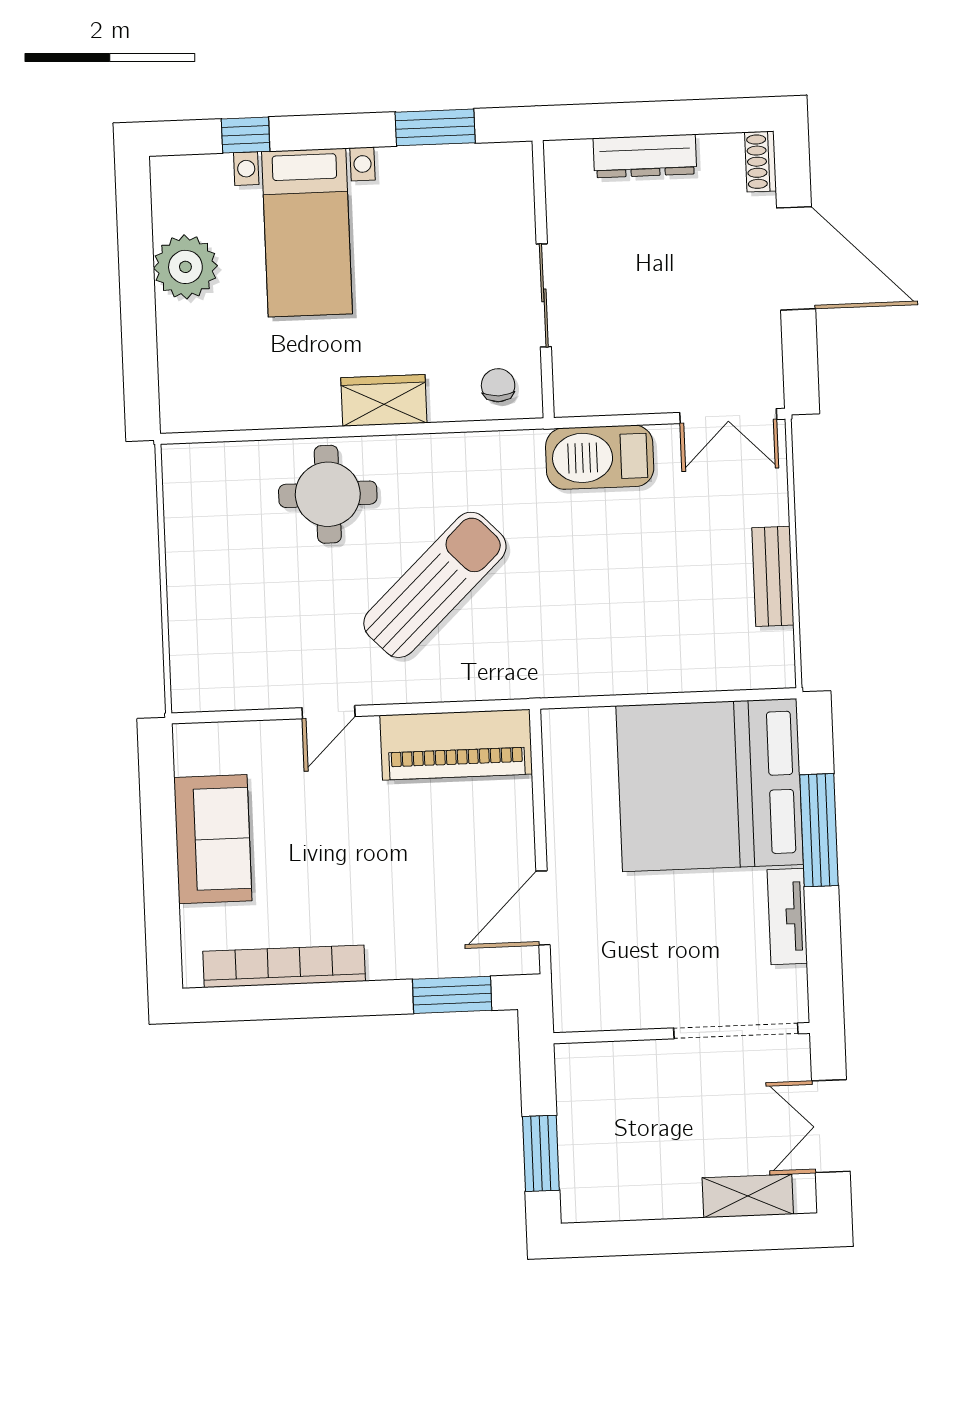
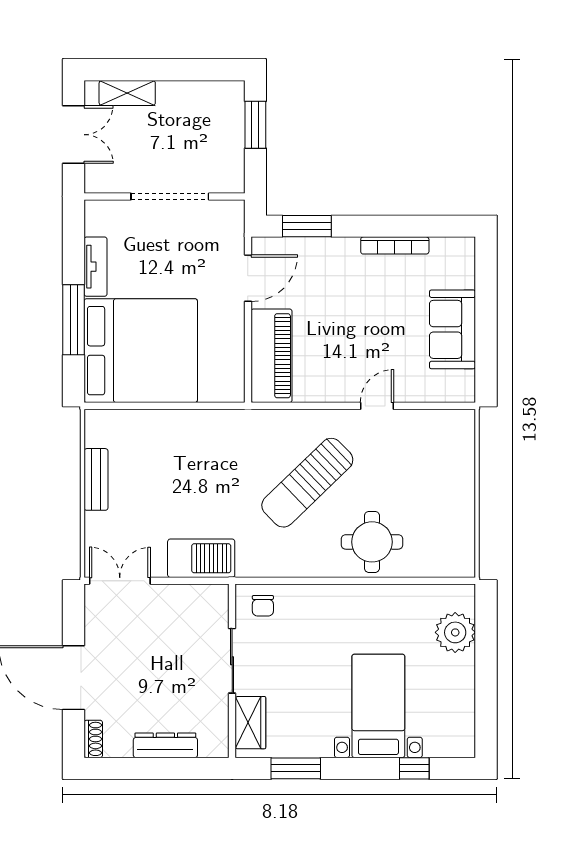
plant: (185, 267) -> (455, 632), moved
wardrobe: (384, 400) -> (250, 723), moved, turned -90
piano: (456, 745) -> (272, 356), moved, turned 90
bookcase: (284, 966) -> (395, 245), width x0.68, depth x0.76
doorway: (736, 1031) -> (170, 196), moved

